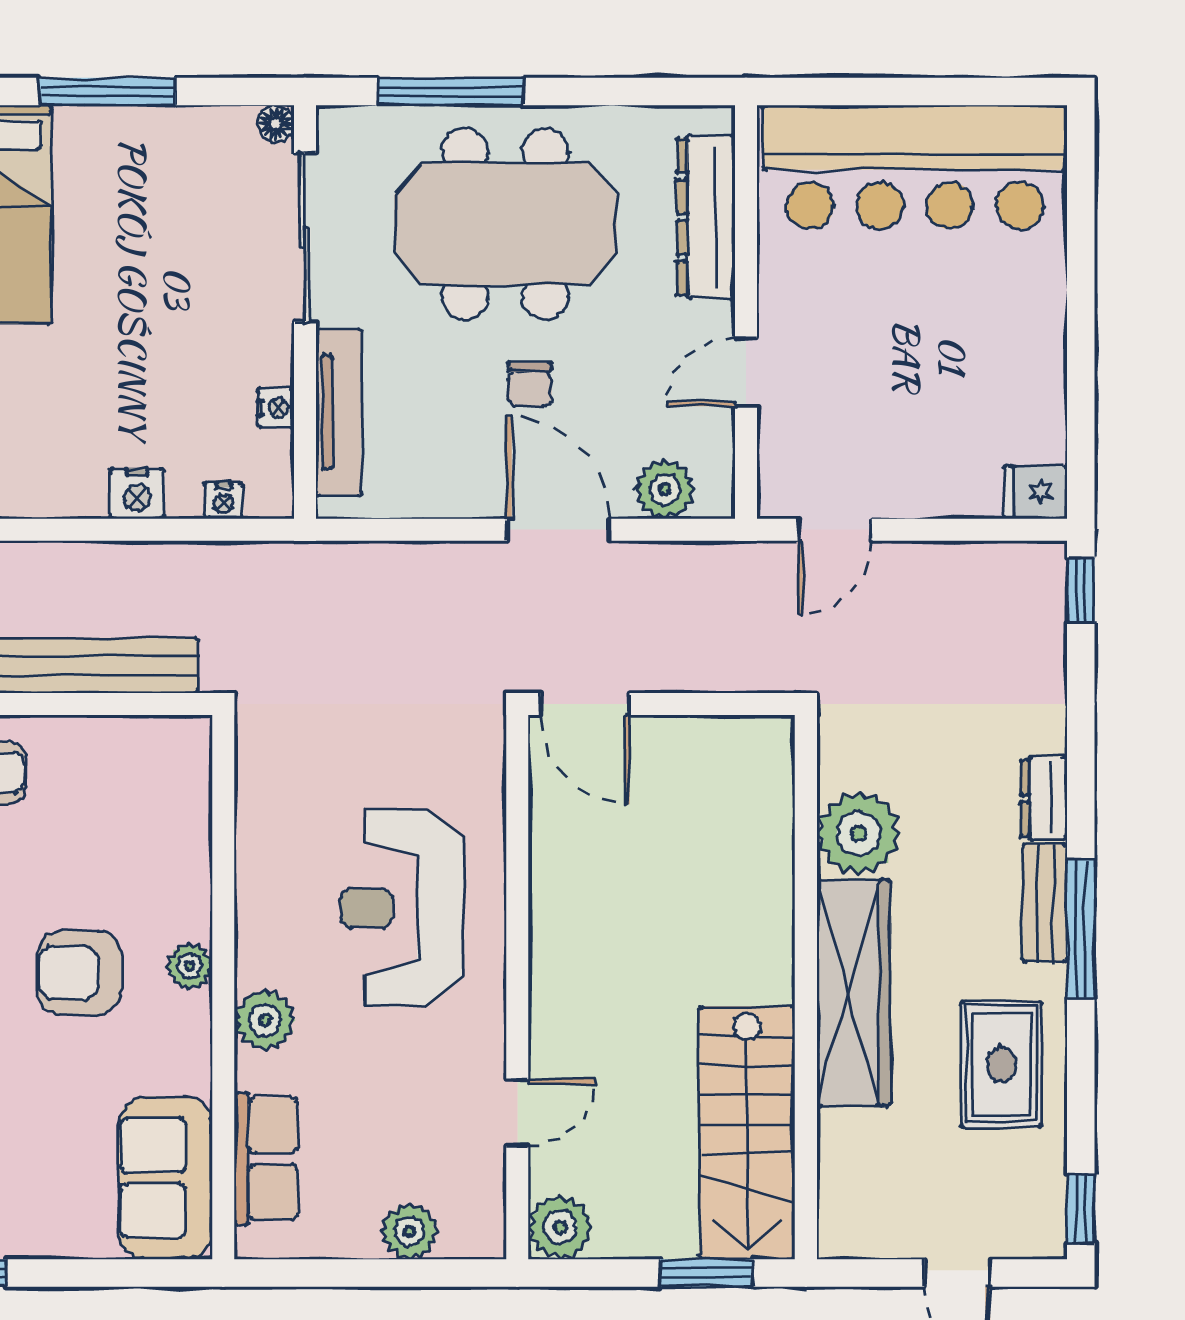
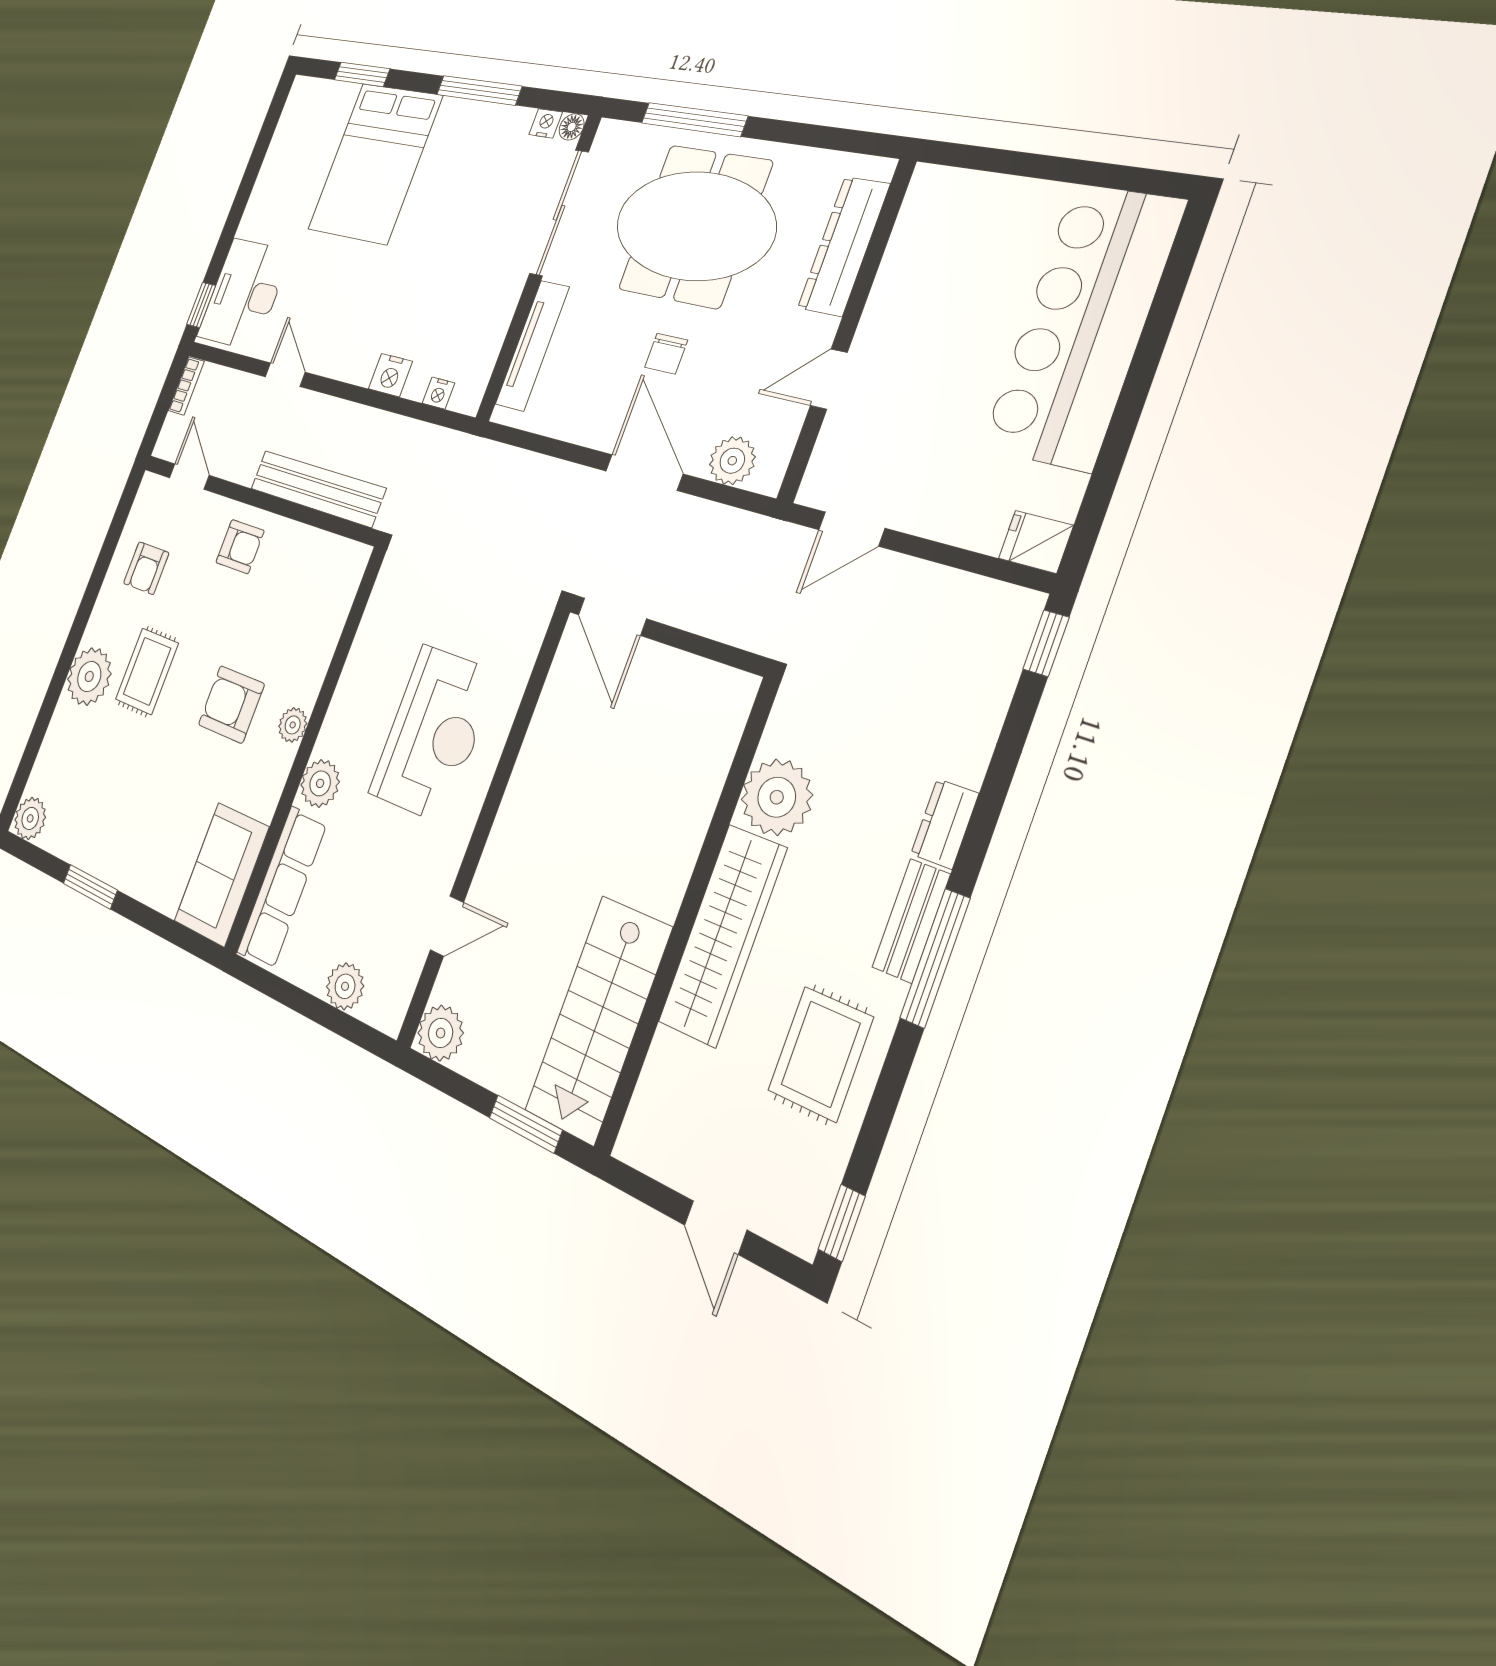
bar counter: (915, 167) -> (1083, 325), moved, turned 90
nightstand: (276, 408) -> (546, 123), moved, turned -90
reception desk: (402, 908) -> (433, 733), turned 180
row of seats: (266, 1159) -> (282, 888), width x1.48

